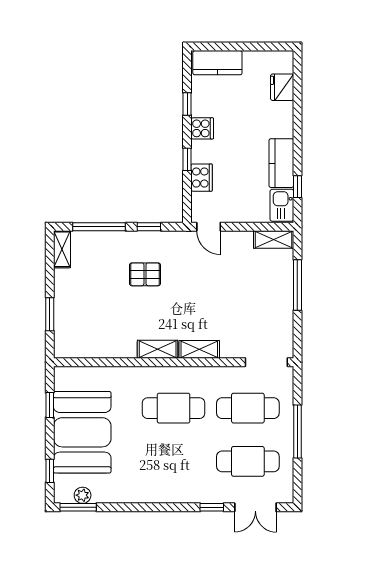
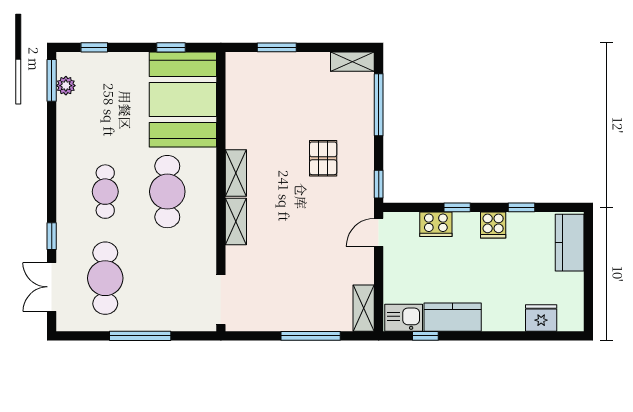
window: (149, 227) -> (379, 184), moved
cafe table: (248, 408) -> (105, 192), moved, width x0.73, depth x0.74
booth: (82, 432) -> (183, 99), moved, turned 90

